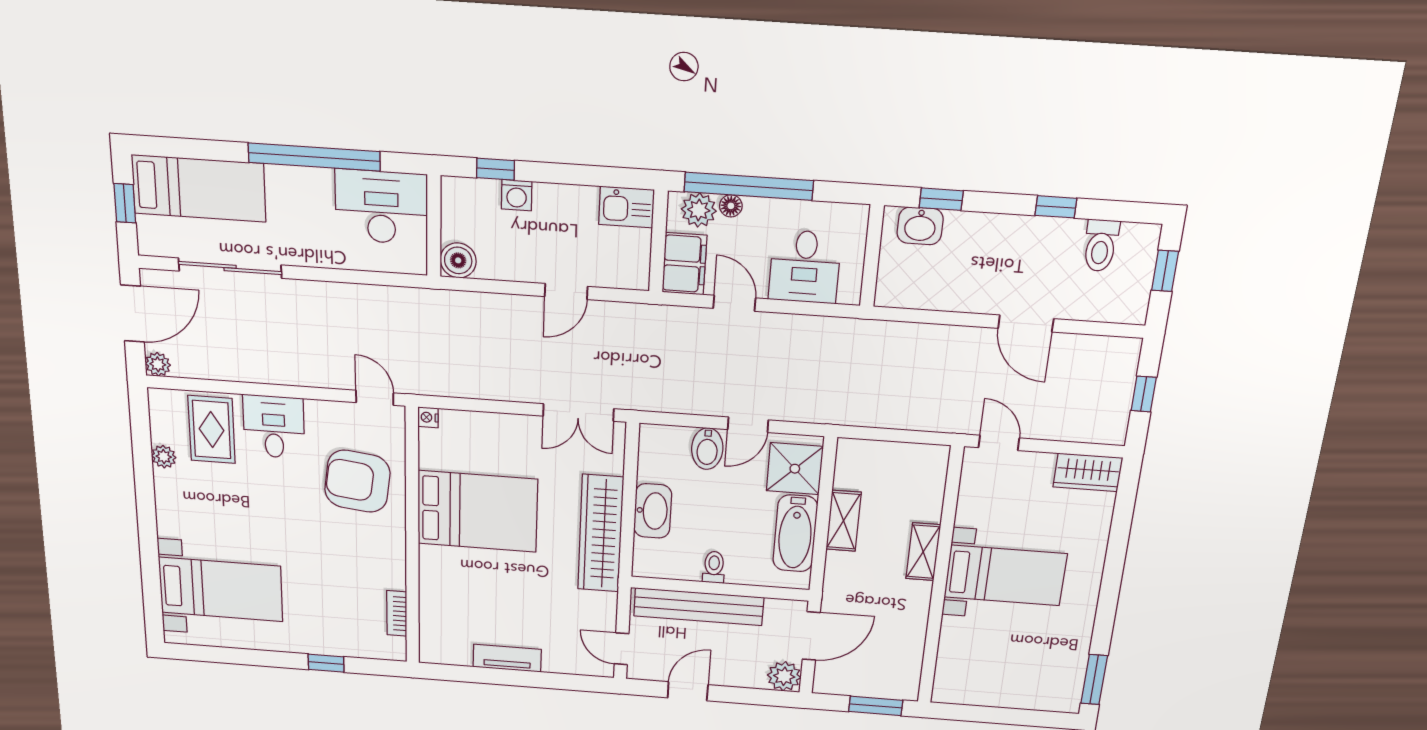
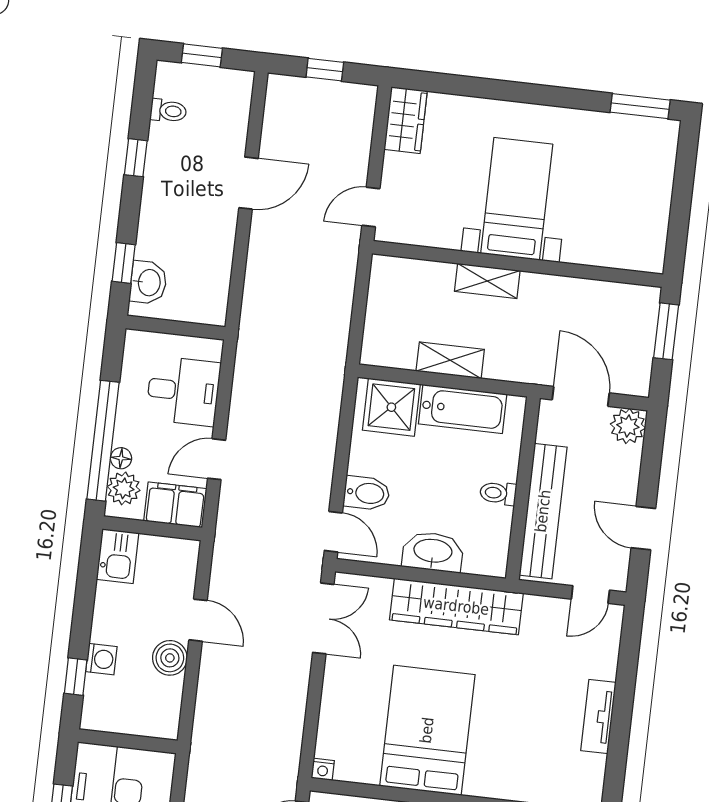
toilet: (1101, 246) -> (168, 111), width x0.73, depth x0.72
boiler: (458, 260) -> (170, 658), moved
door: (748, 425) -> (333, 532), moved

